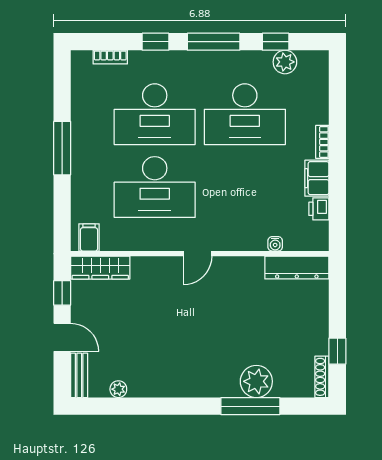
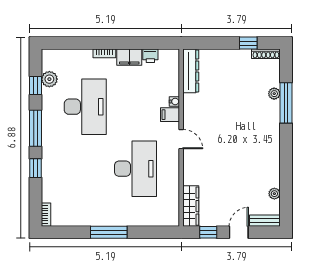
bookcase: (110, 57) -> (46, 215), moved
desk: (155, 114) -> (85, 169), removed
filing cabinet: (89, 237) -> (170, 115), moved
water cooler: (275, 244) -> (174, 101), moved
plant: (256, 381) -> (274, 94), width x0.53, depth x0.53

